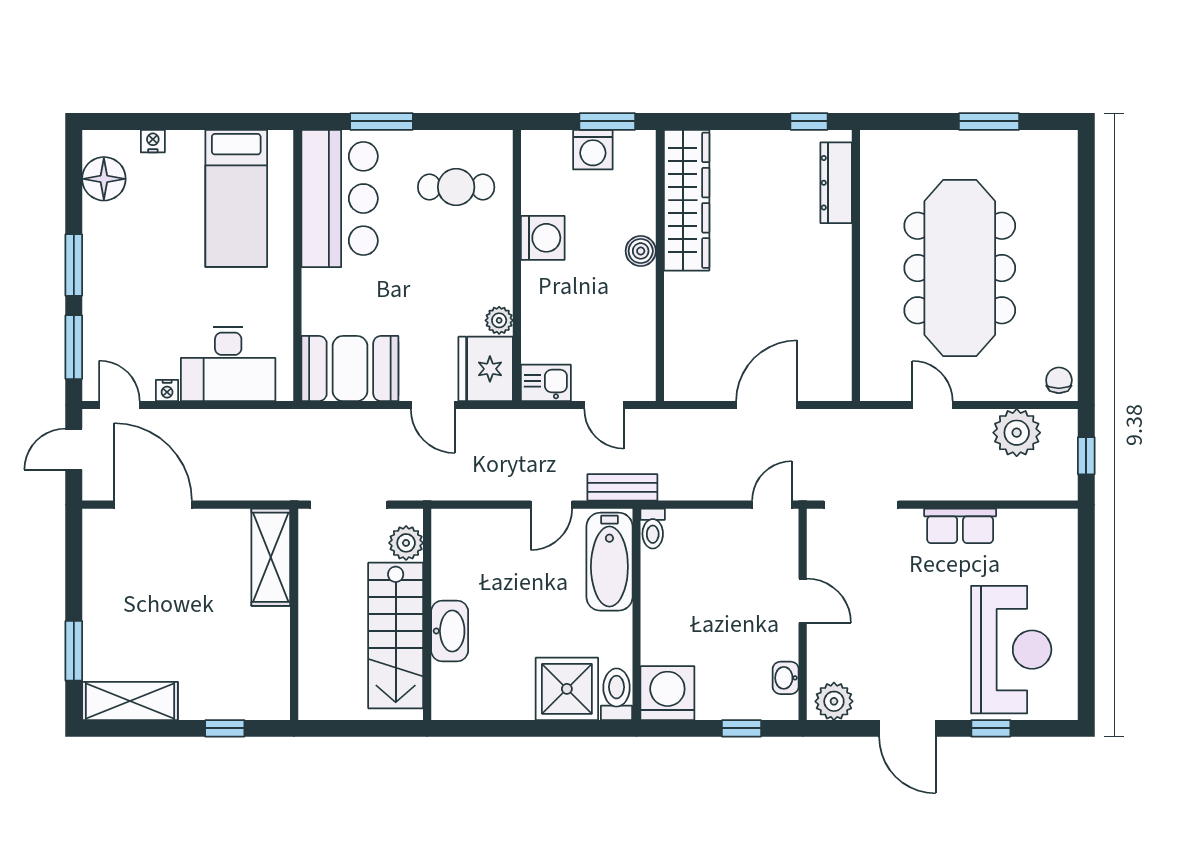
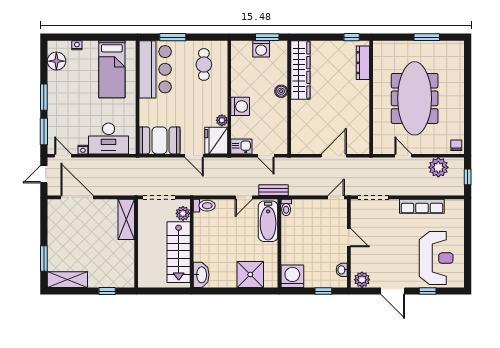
cafe table: (456, 187) -> (204, 64), turned 90
washing machine: (543, 238) -> (240, 106), moved
row of seats: (960, 526) -> (422, 206), width x1.48
washbasin: (450, 631) -> (201, 275), moved
toilet: (617, 694) -> (204, 206), moved, turned 90

